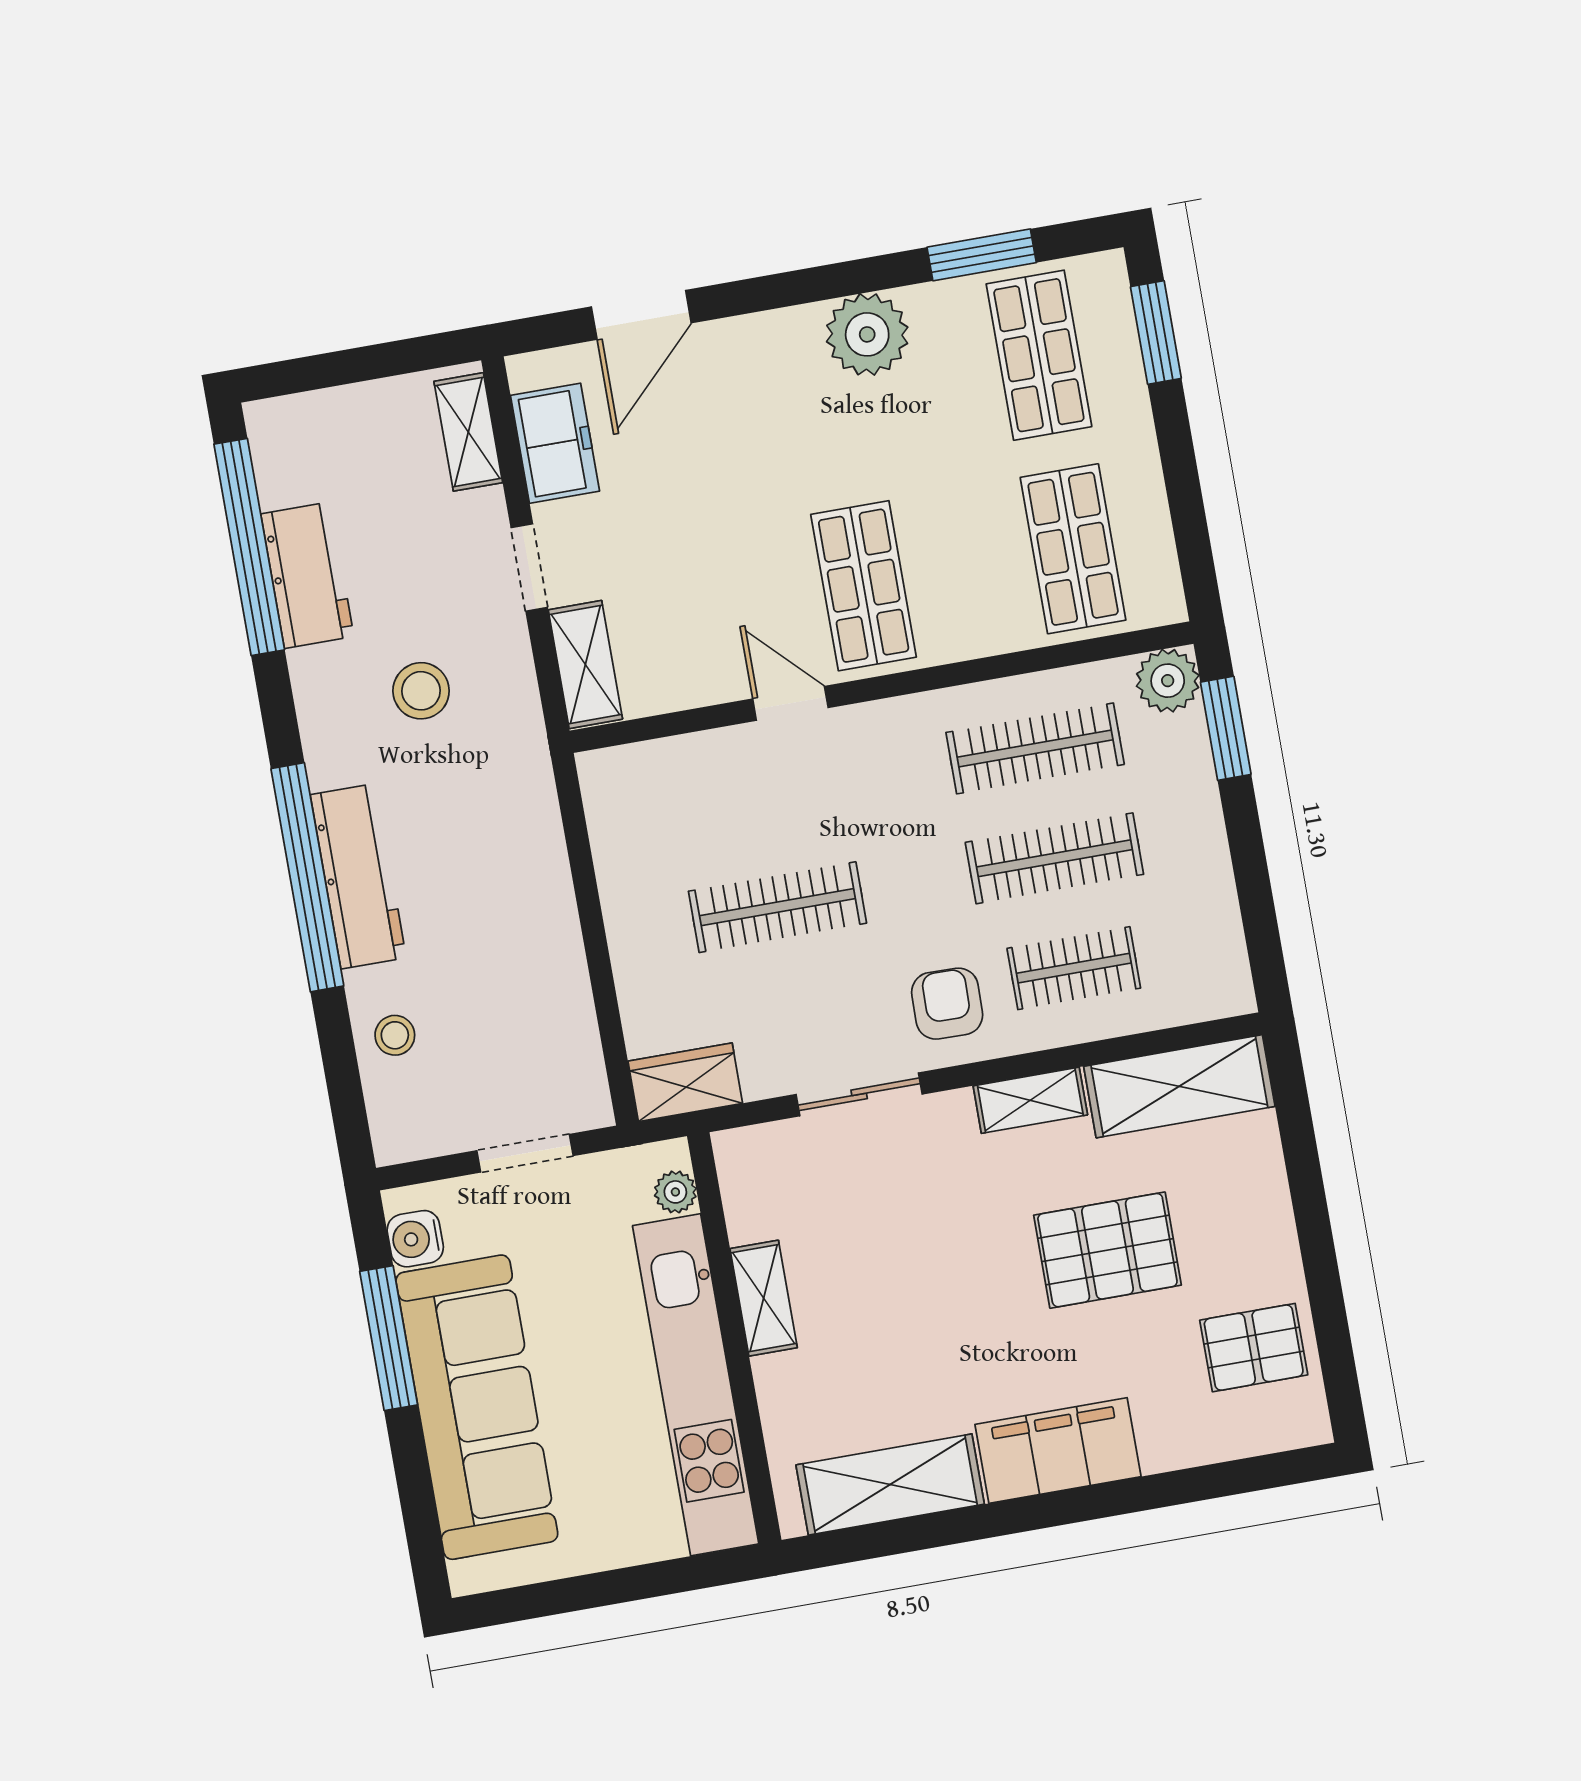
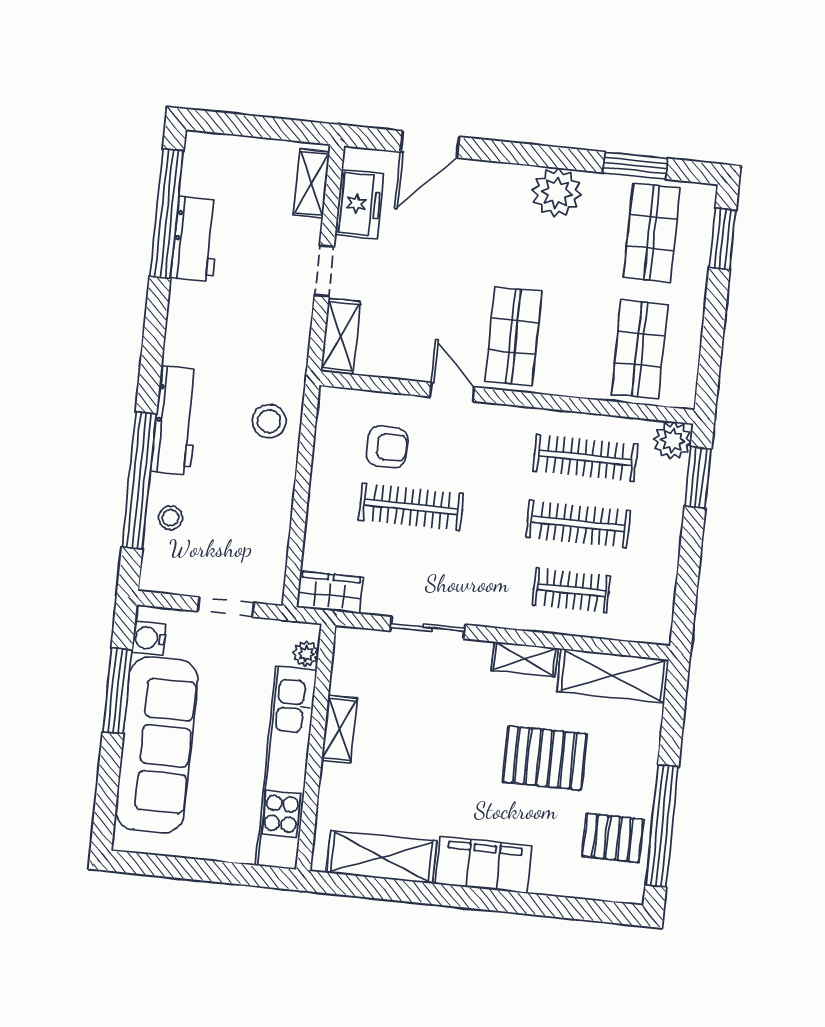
stool: (421, 691) -> (269, 421), moved
window: (307, 877) -> (139, 480), moved
armchair: (947, 1004) -> (387, 447), moved, turned 89
window: (1327, 1306) -> (662, 826), added

